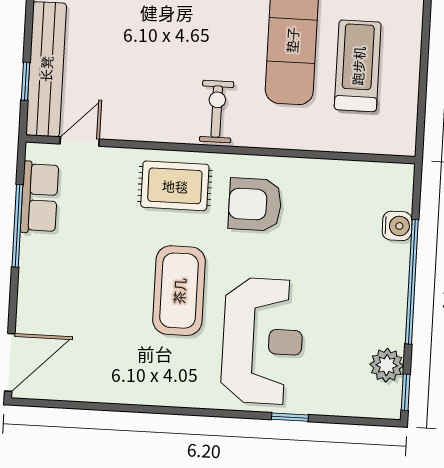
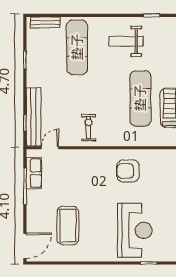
exercise bike: (217, 111) -> (89, 128), moved
rug: (175, 186) -> (93, 165), removed
coffee table: (179, 291) -> (68, 225), moved

